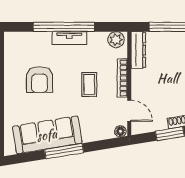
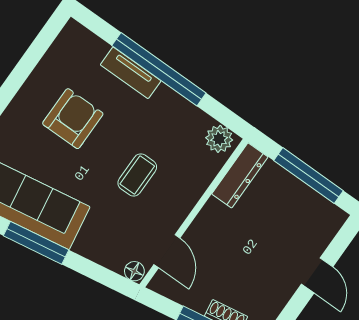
tv unit: (69, 38) -> (131, 73), moved
bookcase: (122, 78) -> (190, 199), removed
armchair: (39, 80) -> (73, 119), turned 180

